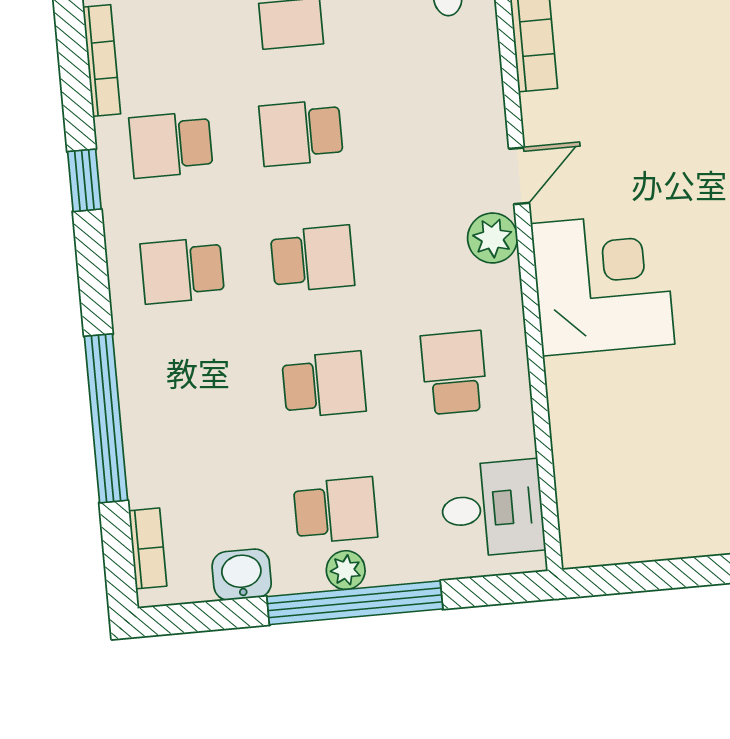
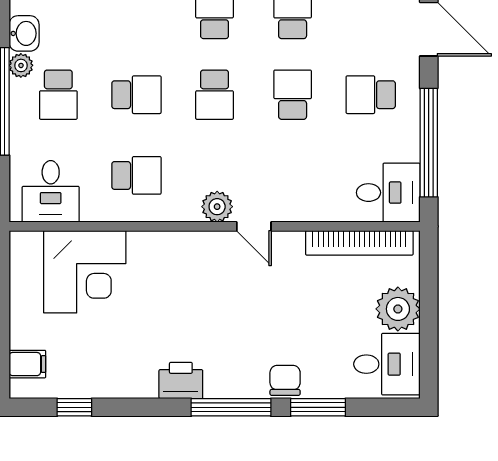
corner desk: (603, 284) -> (85, 272), moved
school desk: (324, 384) -> (136, 95), turned -90
plant: (346, 570) -> (21, 65), moved

